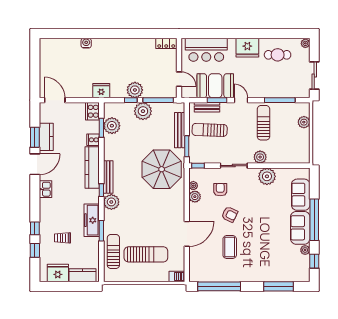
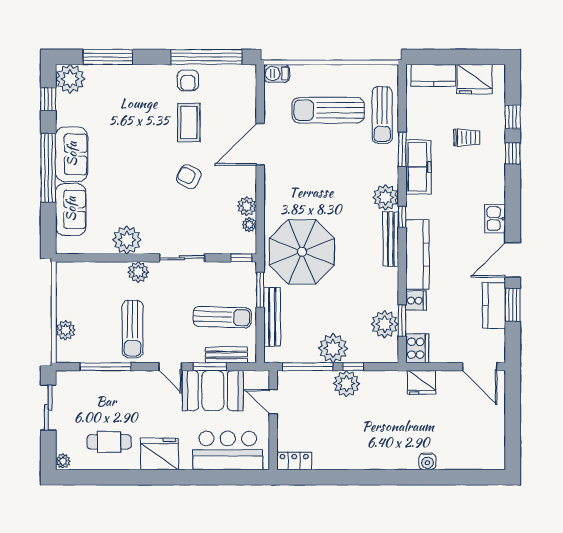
fridge: (101, 91) -> (422, 382), moved
armchair: (220, 190) -> (188, 80), moved
plant: (305, 250) -> (70, 79), moved, width x1.88, depth x1.88

